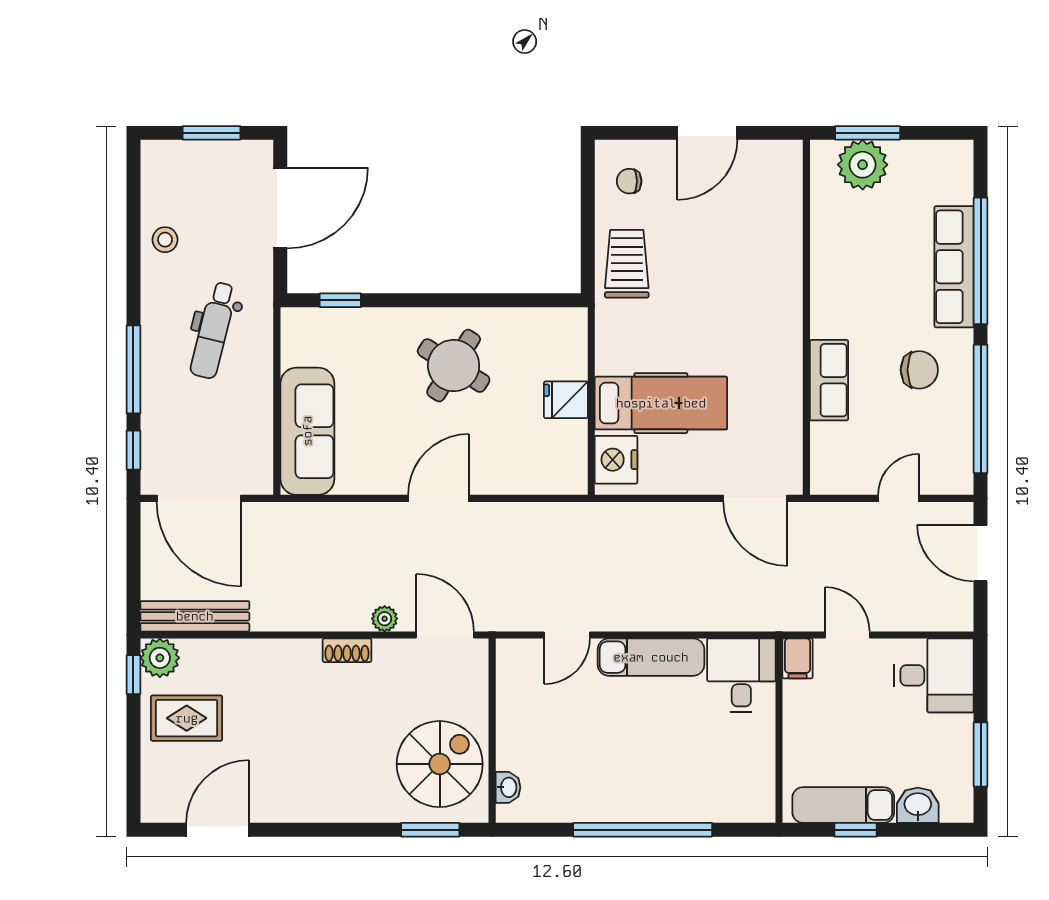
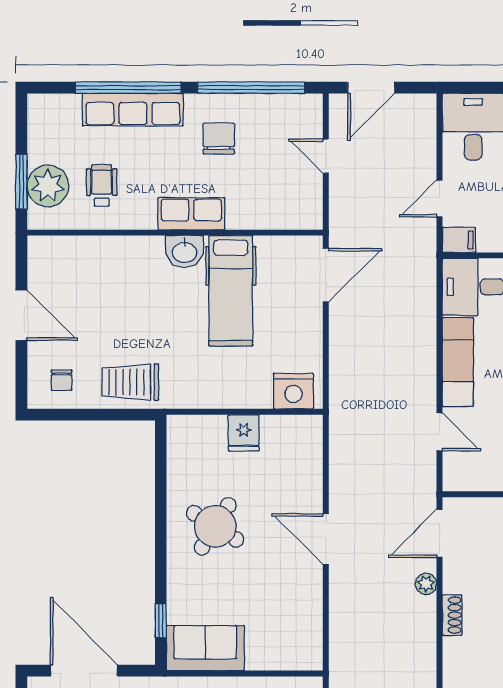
wheelchair: (863, 229) -> (102, 185), added
washbasin: (784, 329) -> (185, 252), added
row of seats: (829, 380) -> (191, 214), moved
hospital bed: (661, 403) -> (231, 291), moved, turned 180
sofa: (307, 431) -> (205, 648), moved, width x0.73

